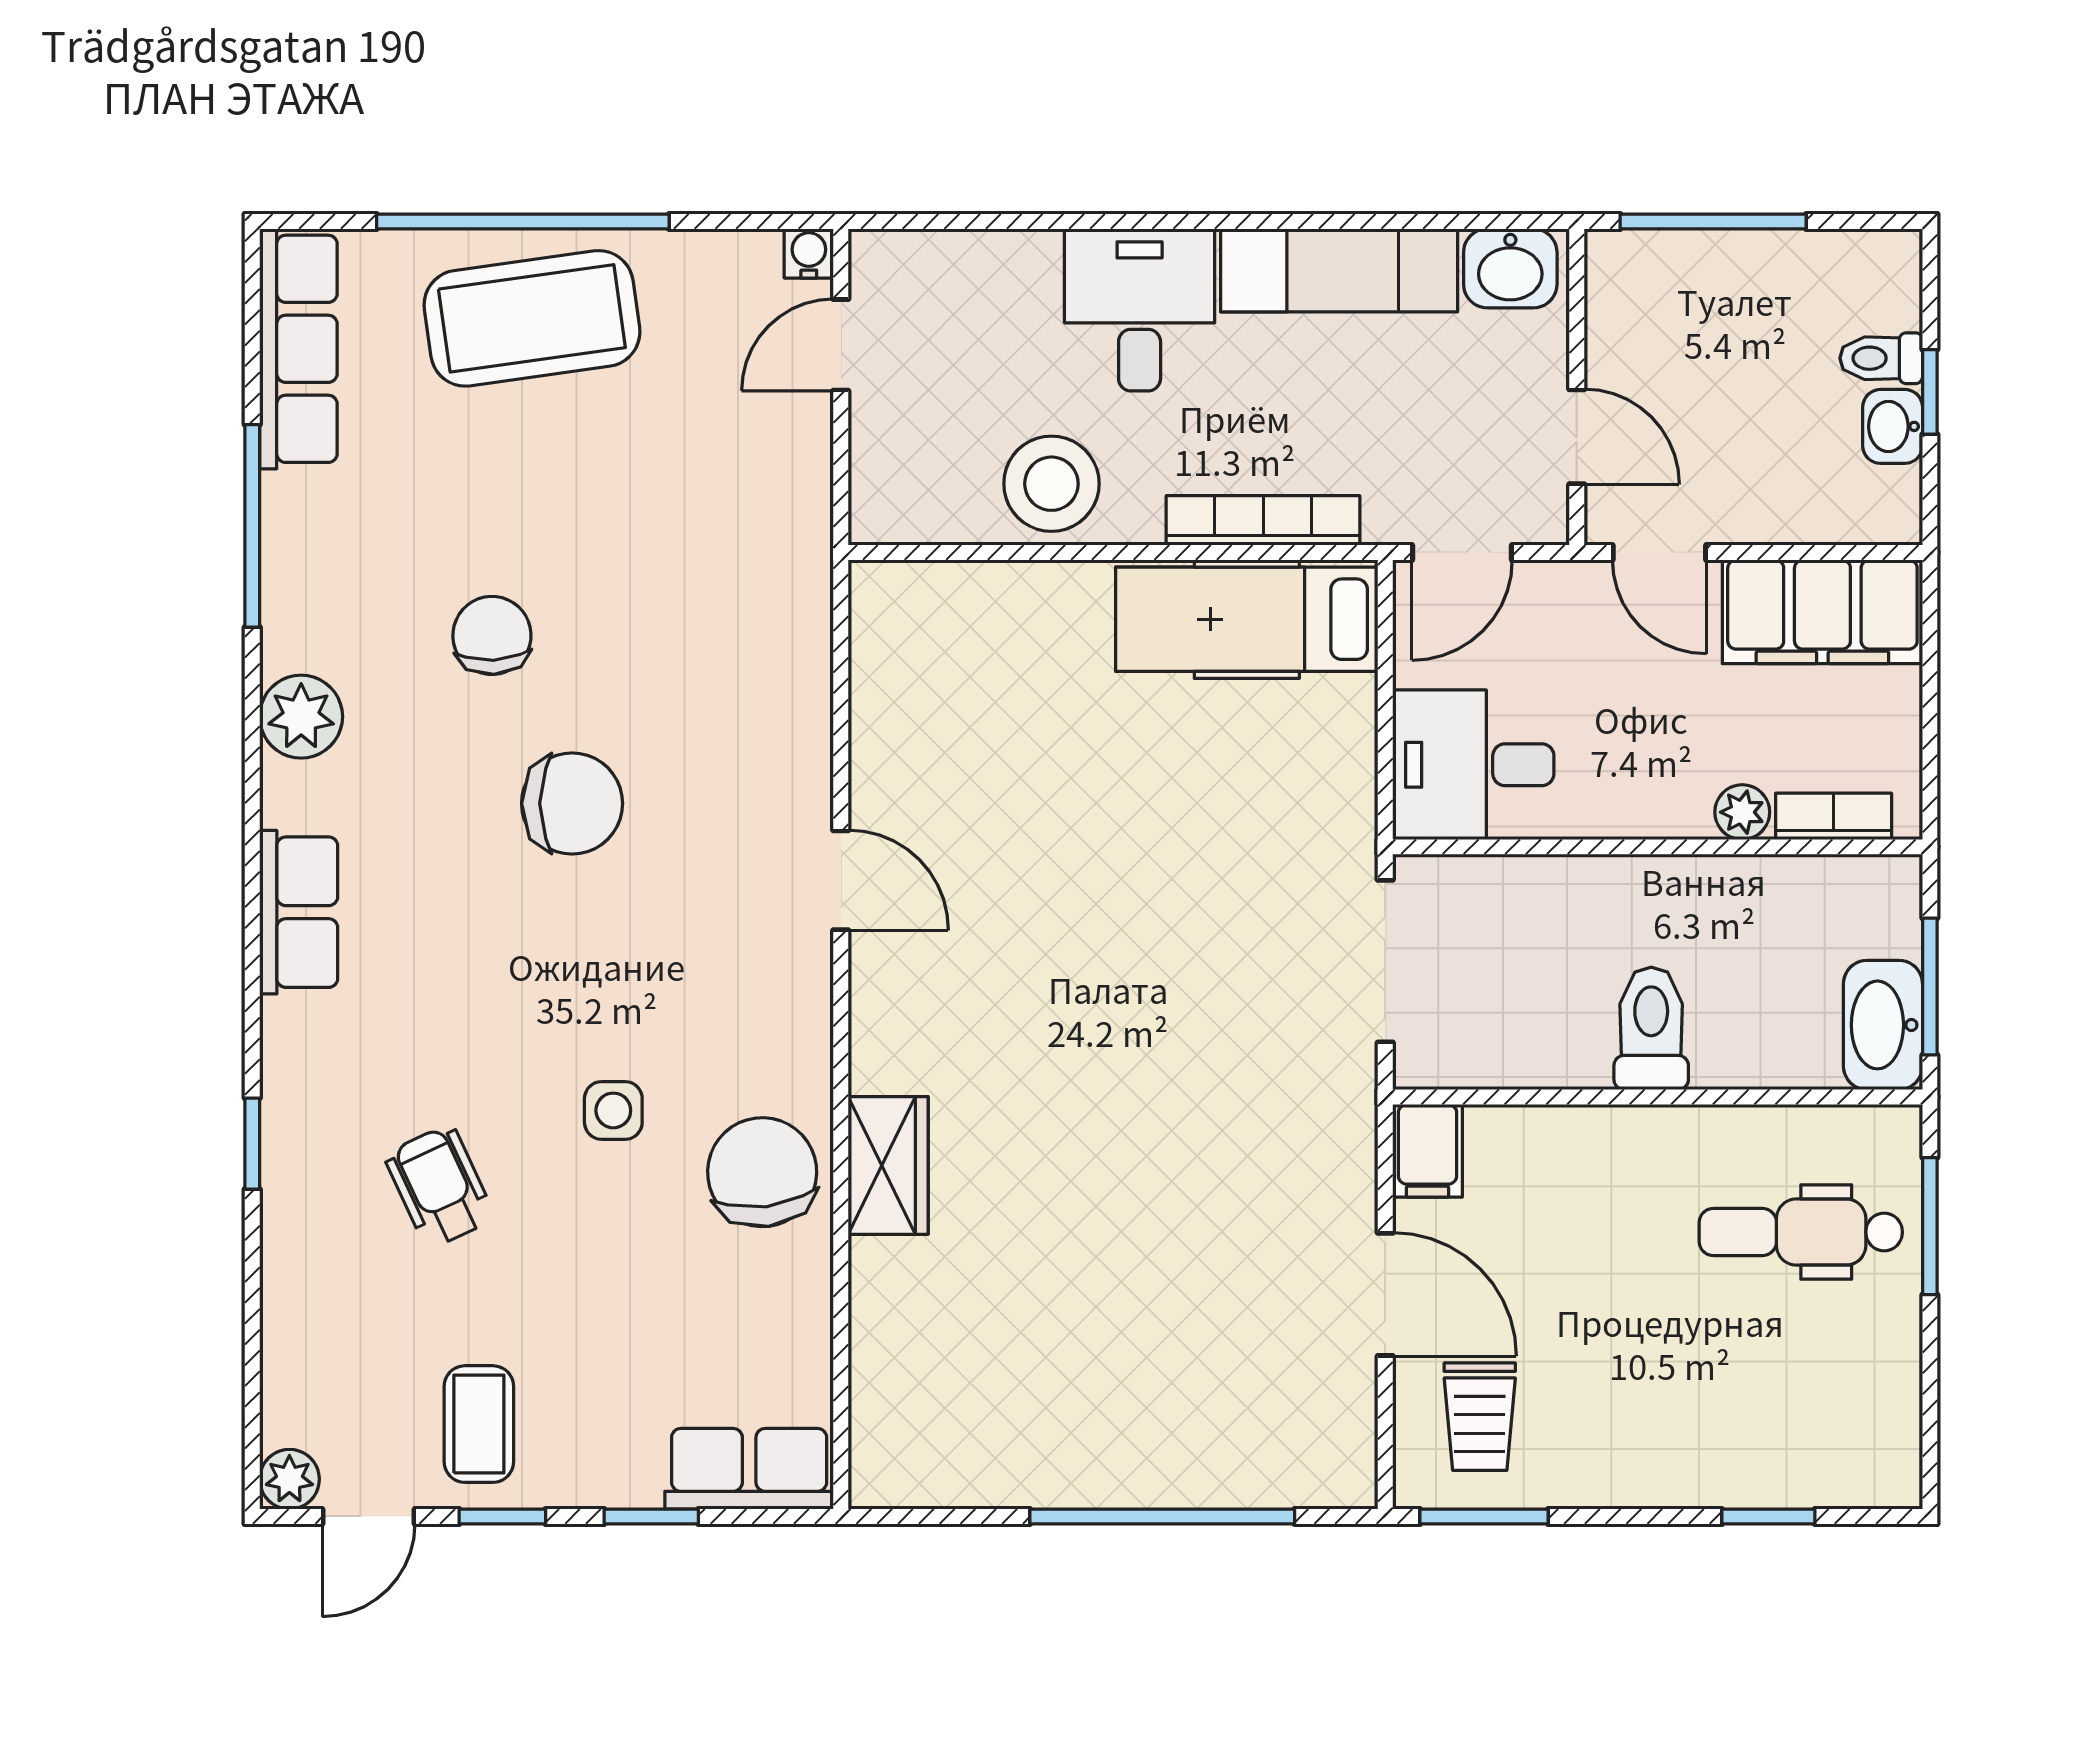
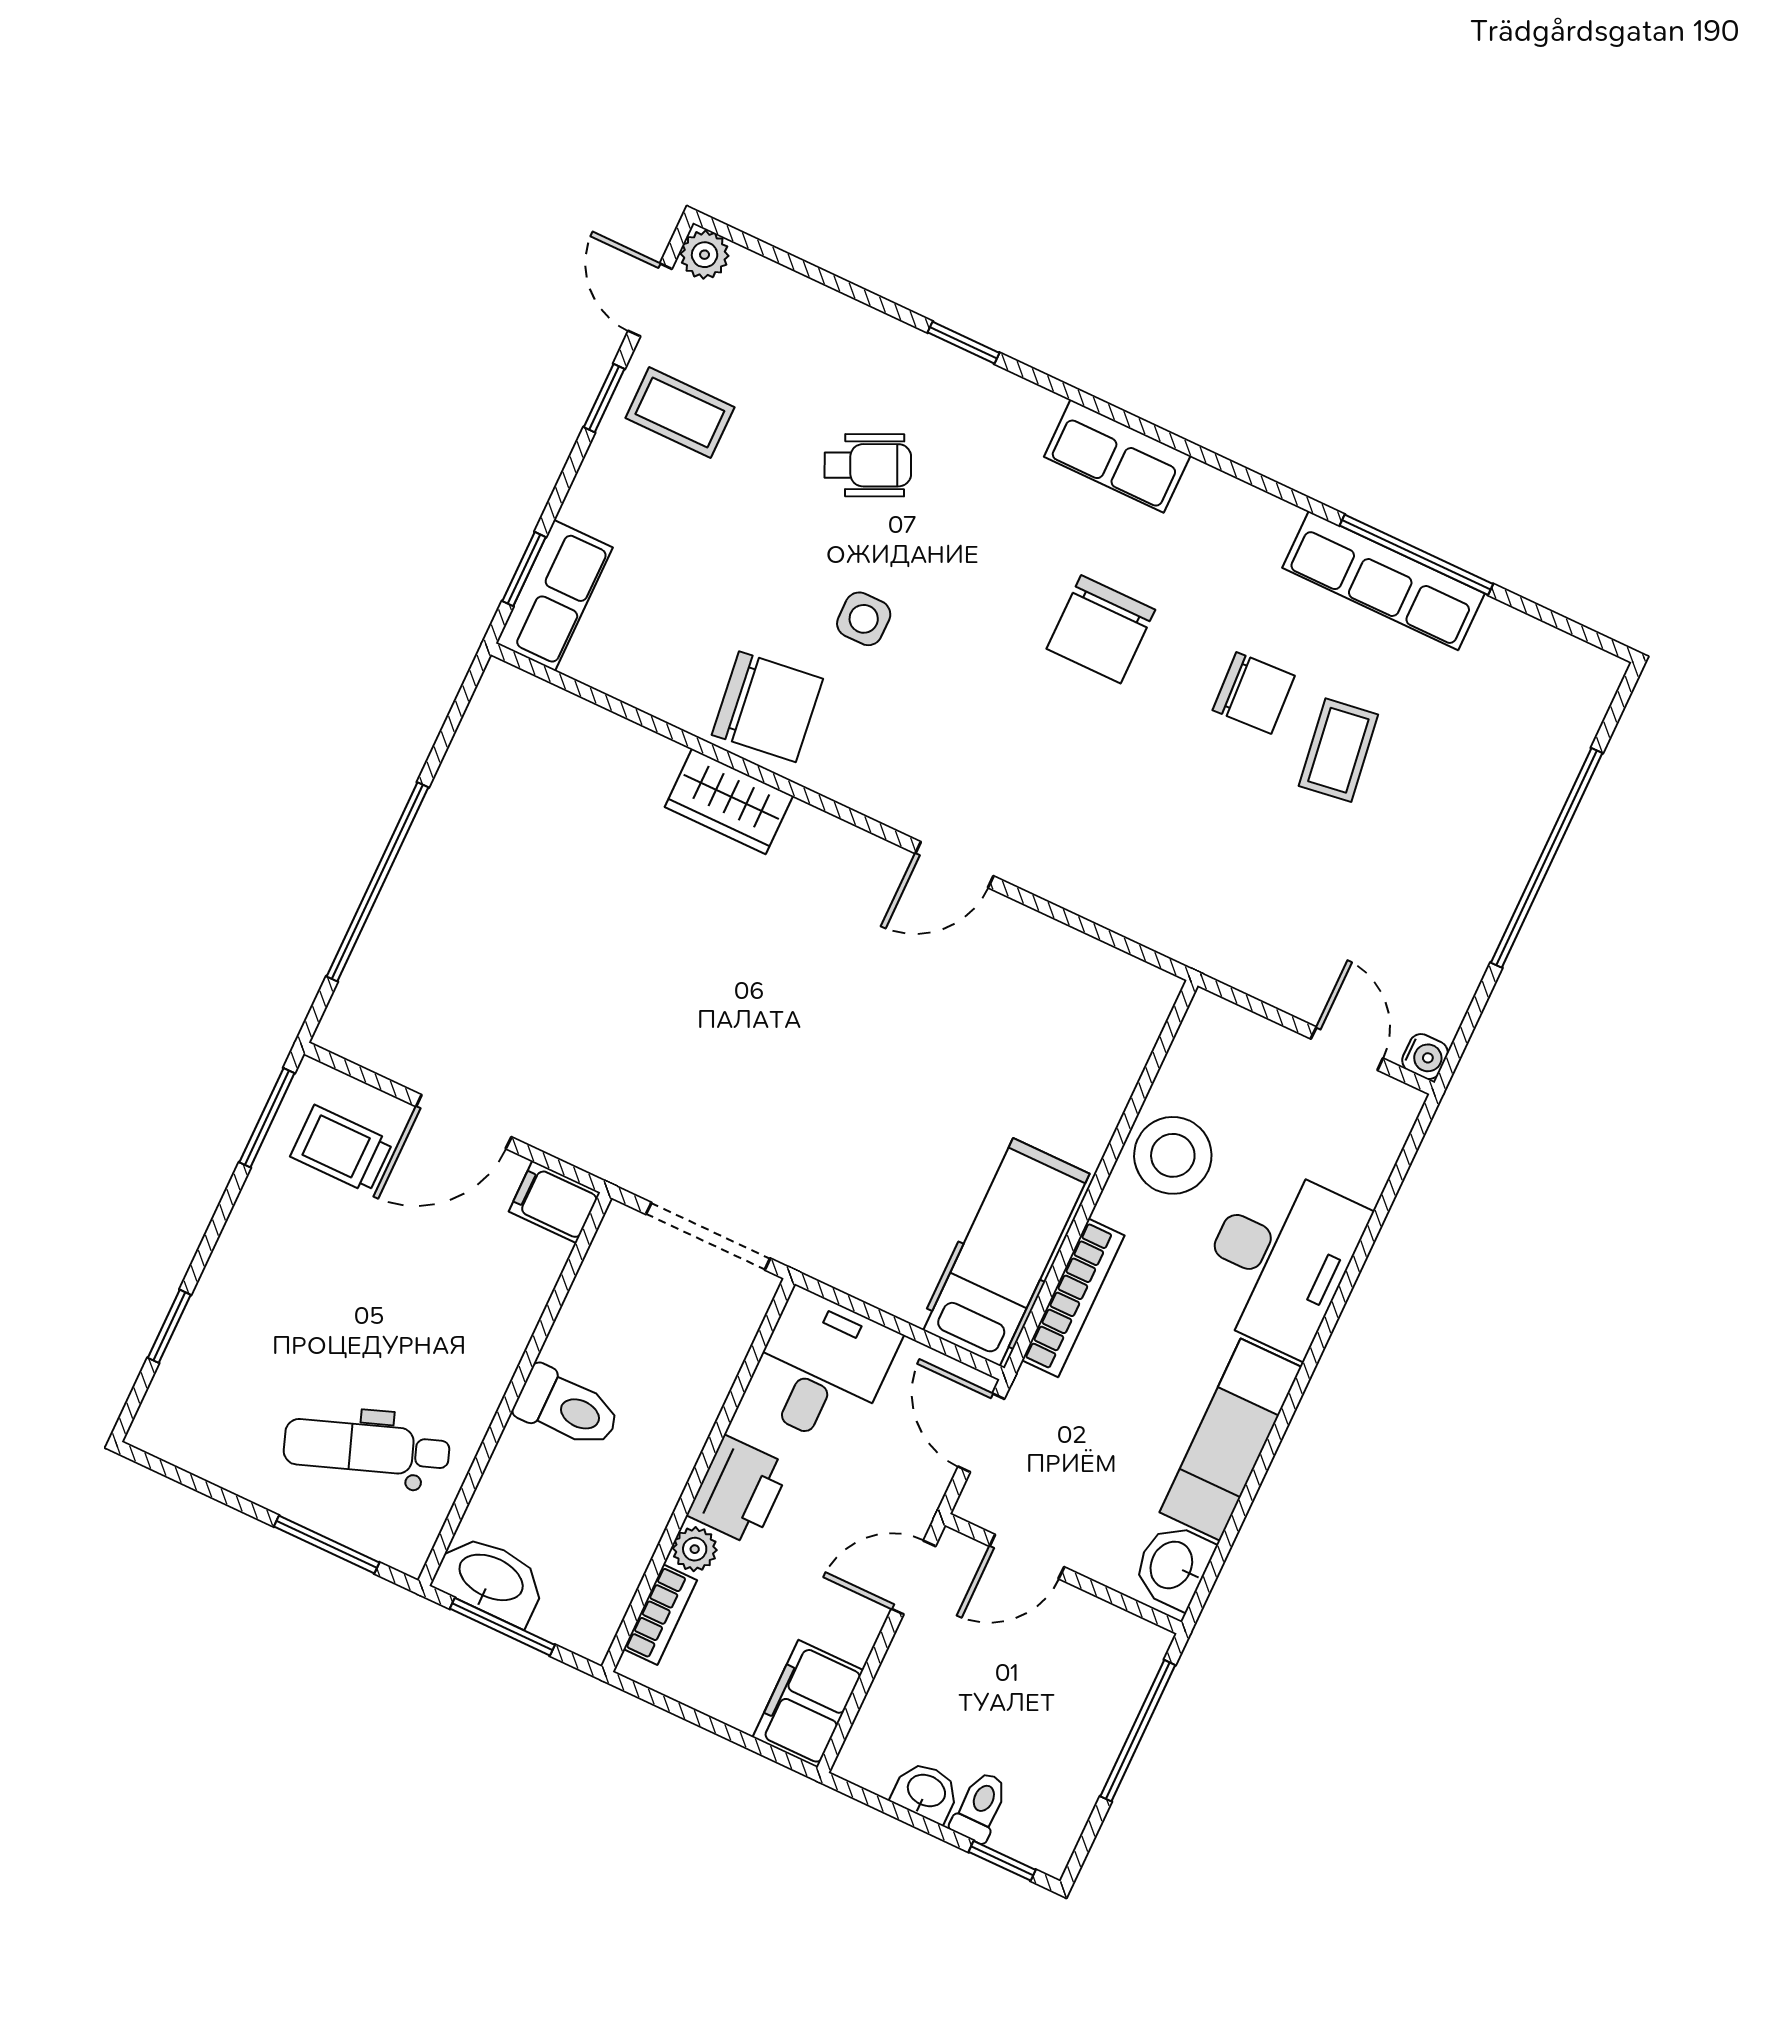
desk: (1140, 310) -> (1280, 1259), width x1.37
coffee table: (532, 318) -> (1338, 750), moved, width x0.54, depth x0.58
row of seats: (298, 349) -> (1383, 581), moved
window: (1930, 392) -> (1002, 1861), moved
filing cabinet: (1822, 612) -> (808, 1704), width x0.67, depth x0.86
plant: (301, 717) -> (1260, 525), removed
printer: (1654, 794) -> (739, 1490), added
chair: (572, 803) -> (1101, 629), moved
dental chair: (1801, 1232) -> (367, 1448), turned -110
window: (651, 1516) -> (524, 569), moved

